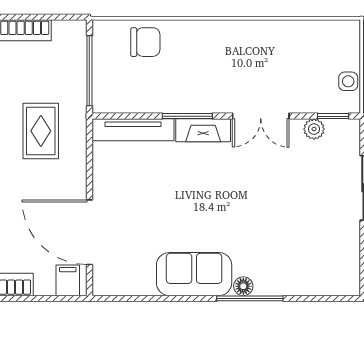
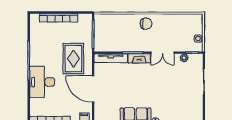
chair: (145, 42) -> (146, 24), moved
rug: (41, 131) -> (73, 59), width x1.36, depth x1.43
door: (89, 232) -> (93, 89), moved

